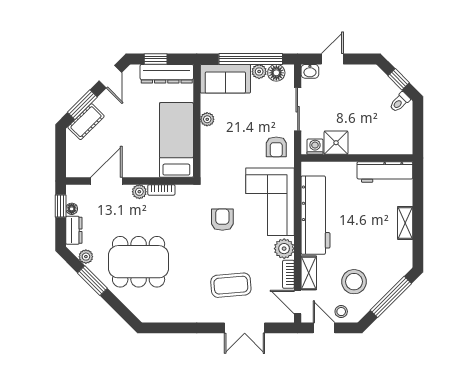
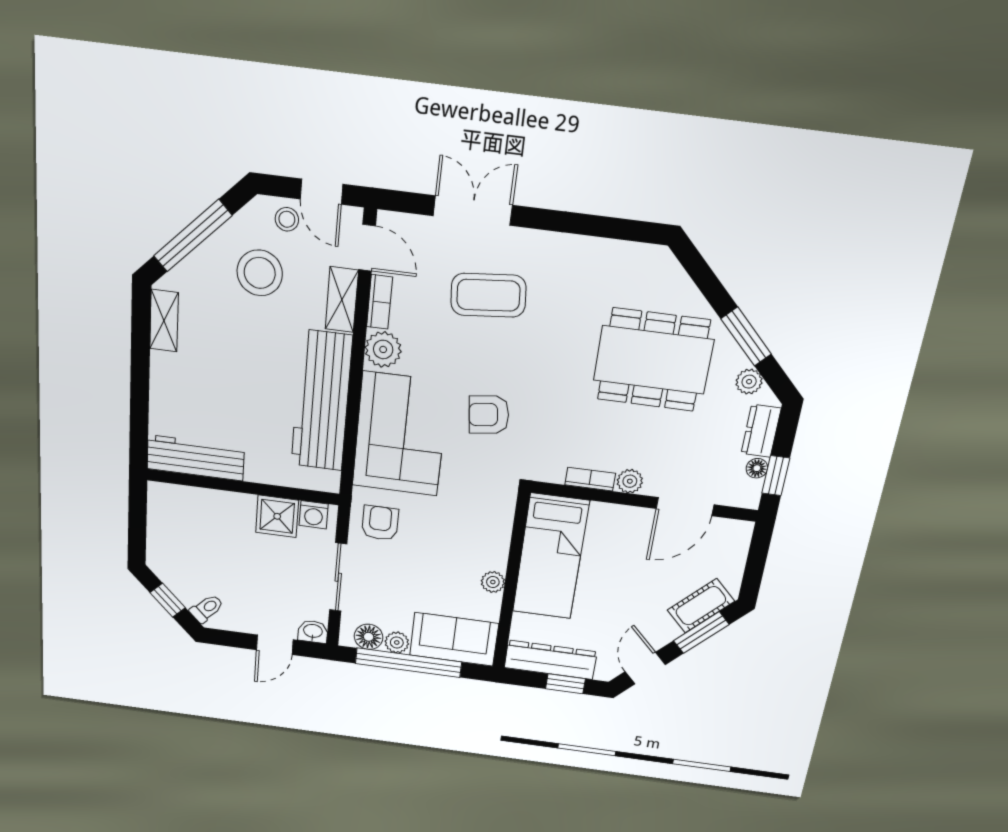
toilet: (400, 102) -> (207, 608), moved
armchair: (222, 220) -> (489, 415), turned 83
shelving: (405, 223) -> (164, 321), moved

